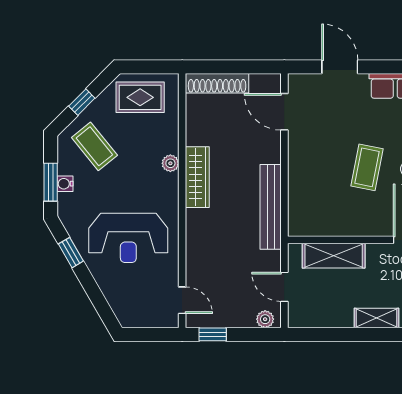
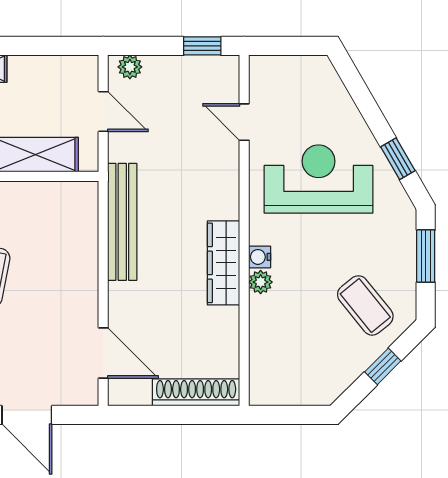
rug: (140, 97) -> (302, 373), removed
water cooler: (65, 184) -> (260, 257), moved, turned 180
door: (182, 300) -> (244, 122), moved

